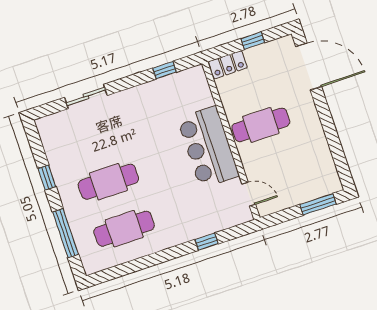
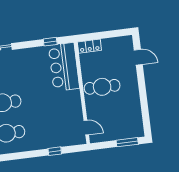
window: (253, 41) -> (107, 35), removed
door: (309, 67) -> (138, 57), width x0.53
bar counter: (208, 147) -> (64, 67), moved

